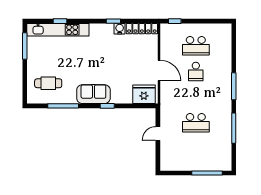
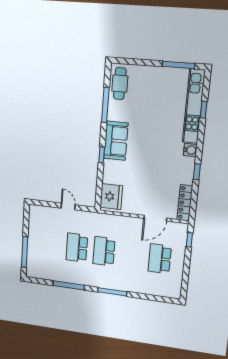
water cooler: (120, 29) -> (190, 150), moved
door: (159, 70) -> (155, 218), moved
school desk: (196, 71) -> (104, 251), moved, width x1.85
cafe table: (48, 83) -> (120, 84), moved

